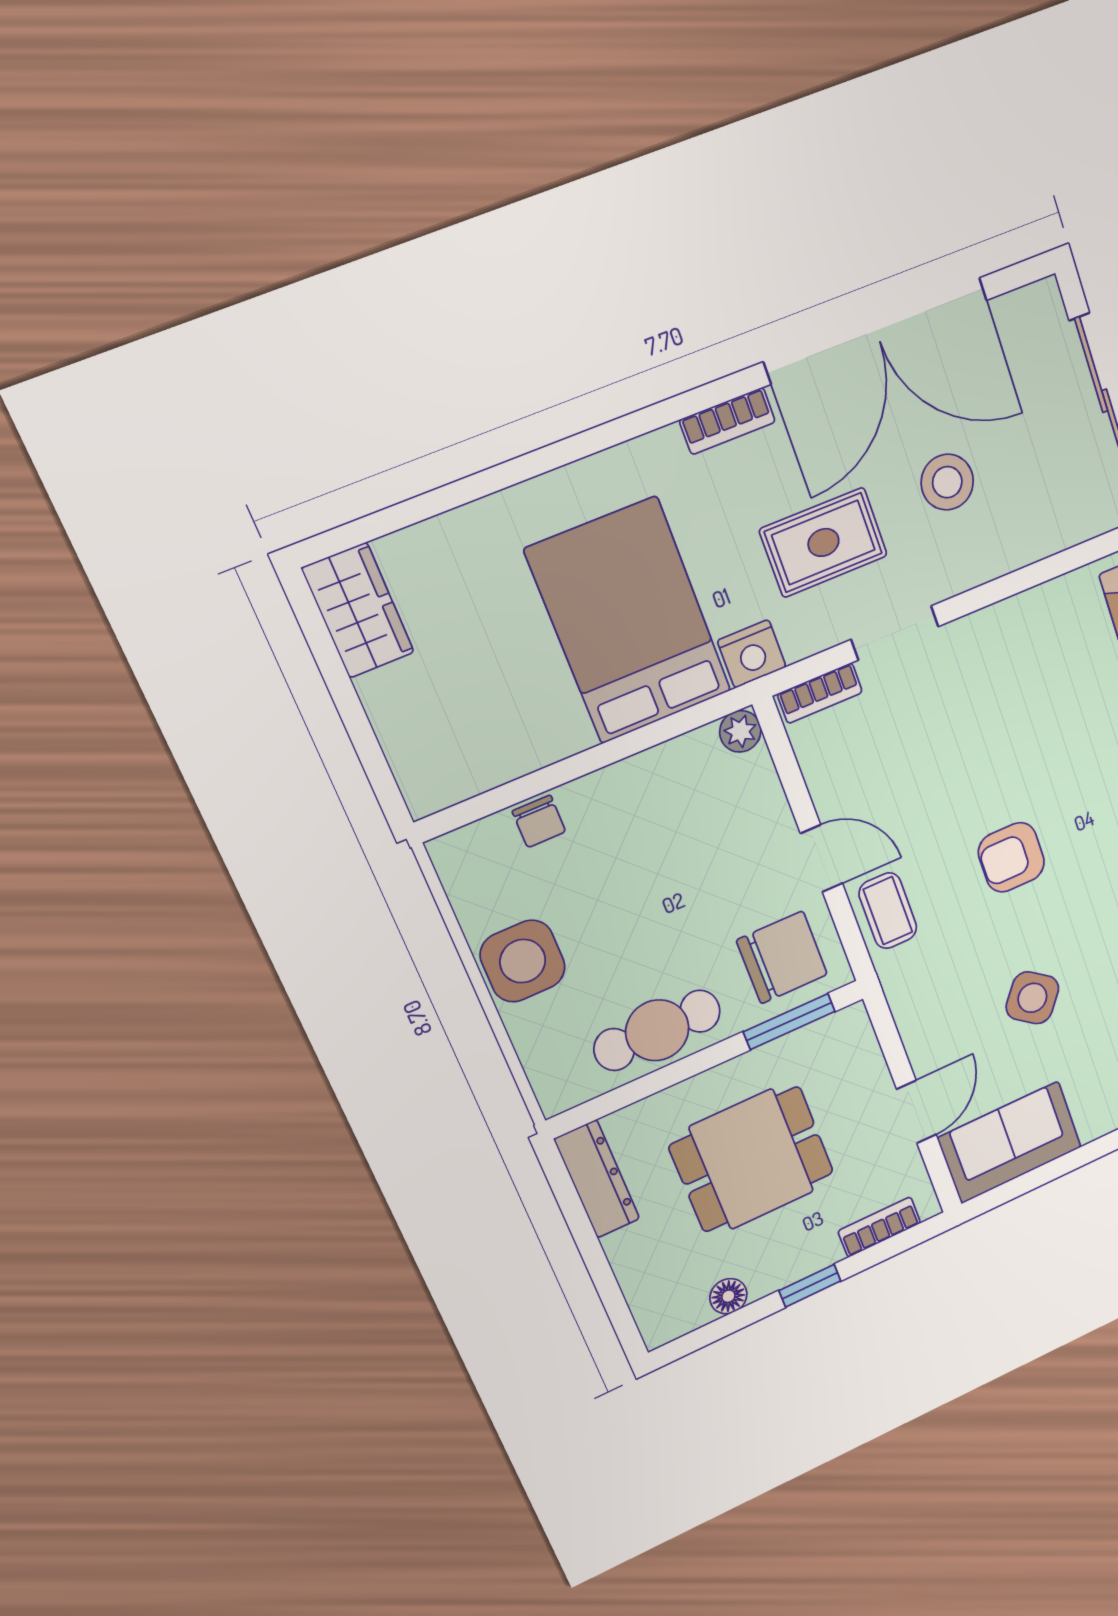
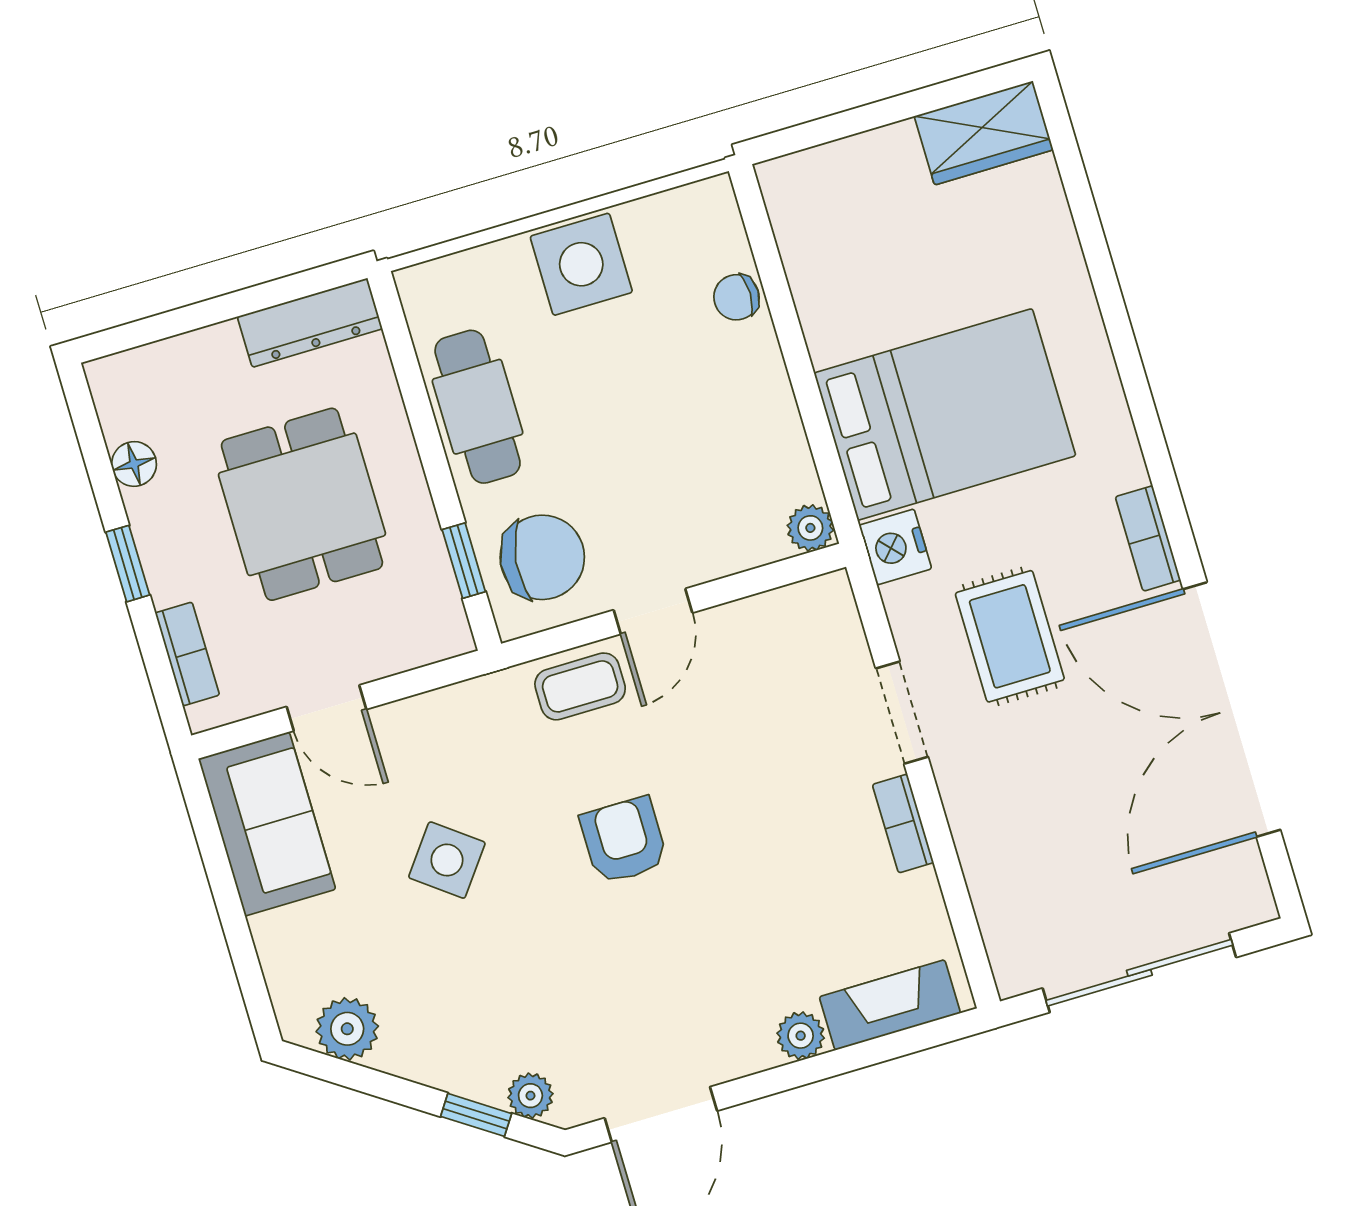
stool: (947, 482) -> (1064, 782), removed
bookcase: (820, 693) -> (903, 824), moved
chair: (782, 957) -> (542, 557), turned -83
window: (789, 1022) -> (464, 561), width x0.67

